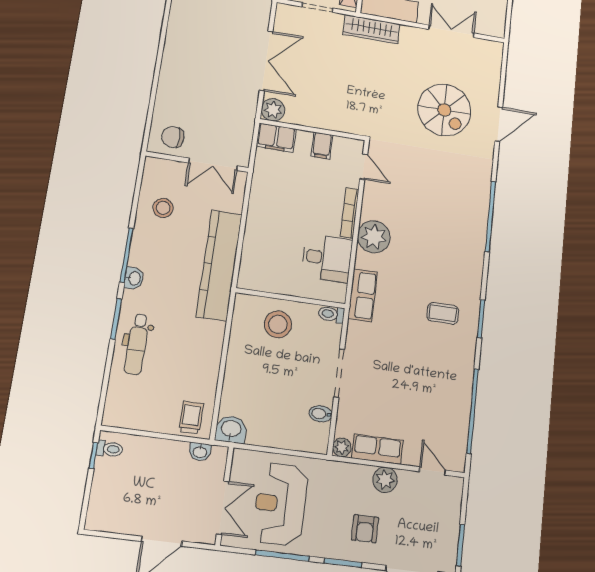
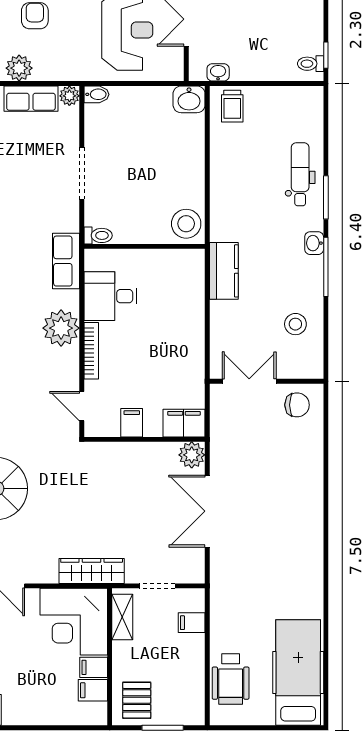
kitchen counter: (219, 265) -> (224, 271), width x0.48, depth x0.86
stool: (278, 324) -> (186, 224), moved
bidet: (321, 414) -> (96, 94), moved

